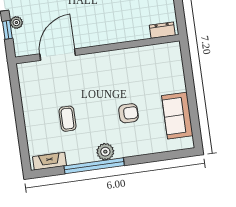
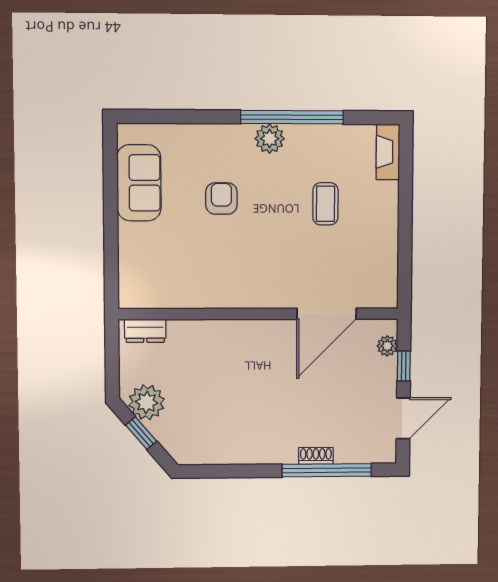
plant: (16, 23) -> (387, 346), moved
armchair: (128, 113) -> (221, 199), turned 90
fireplace: (50, 161) -> (388, 152), moved, turned 90

